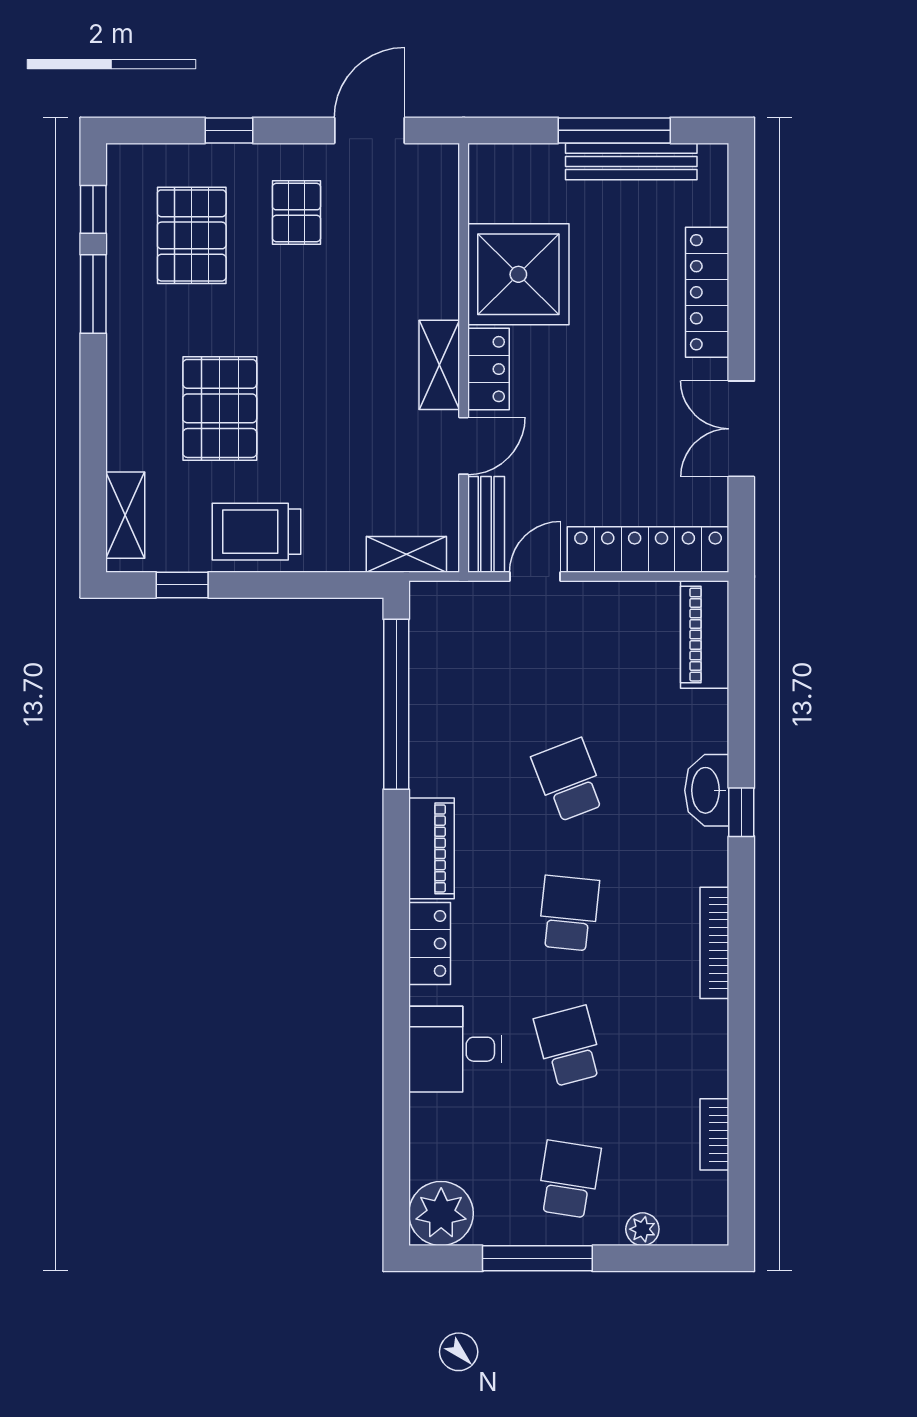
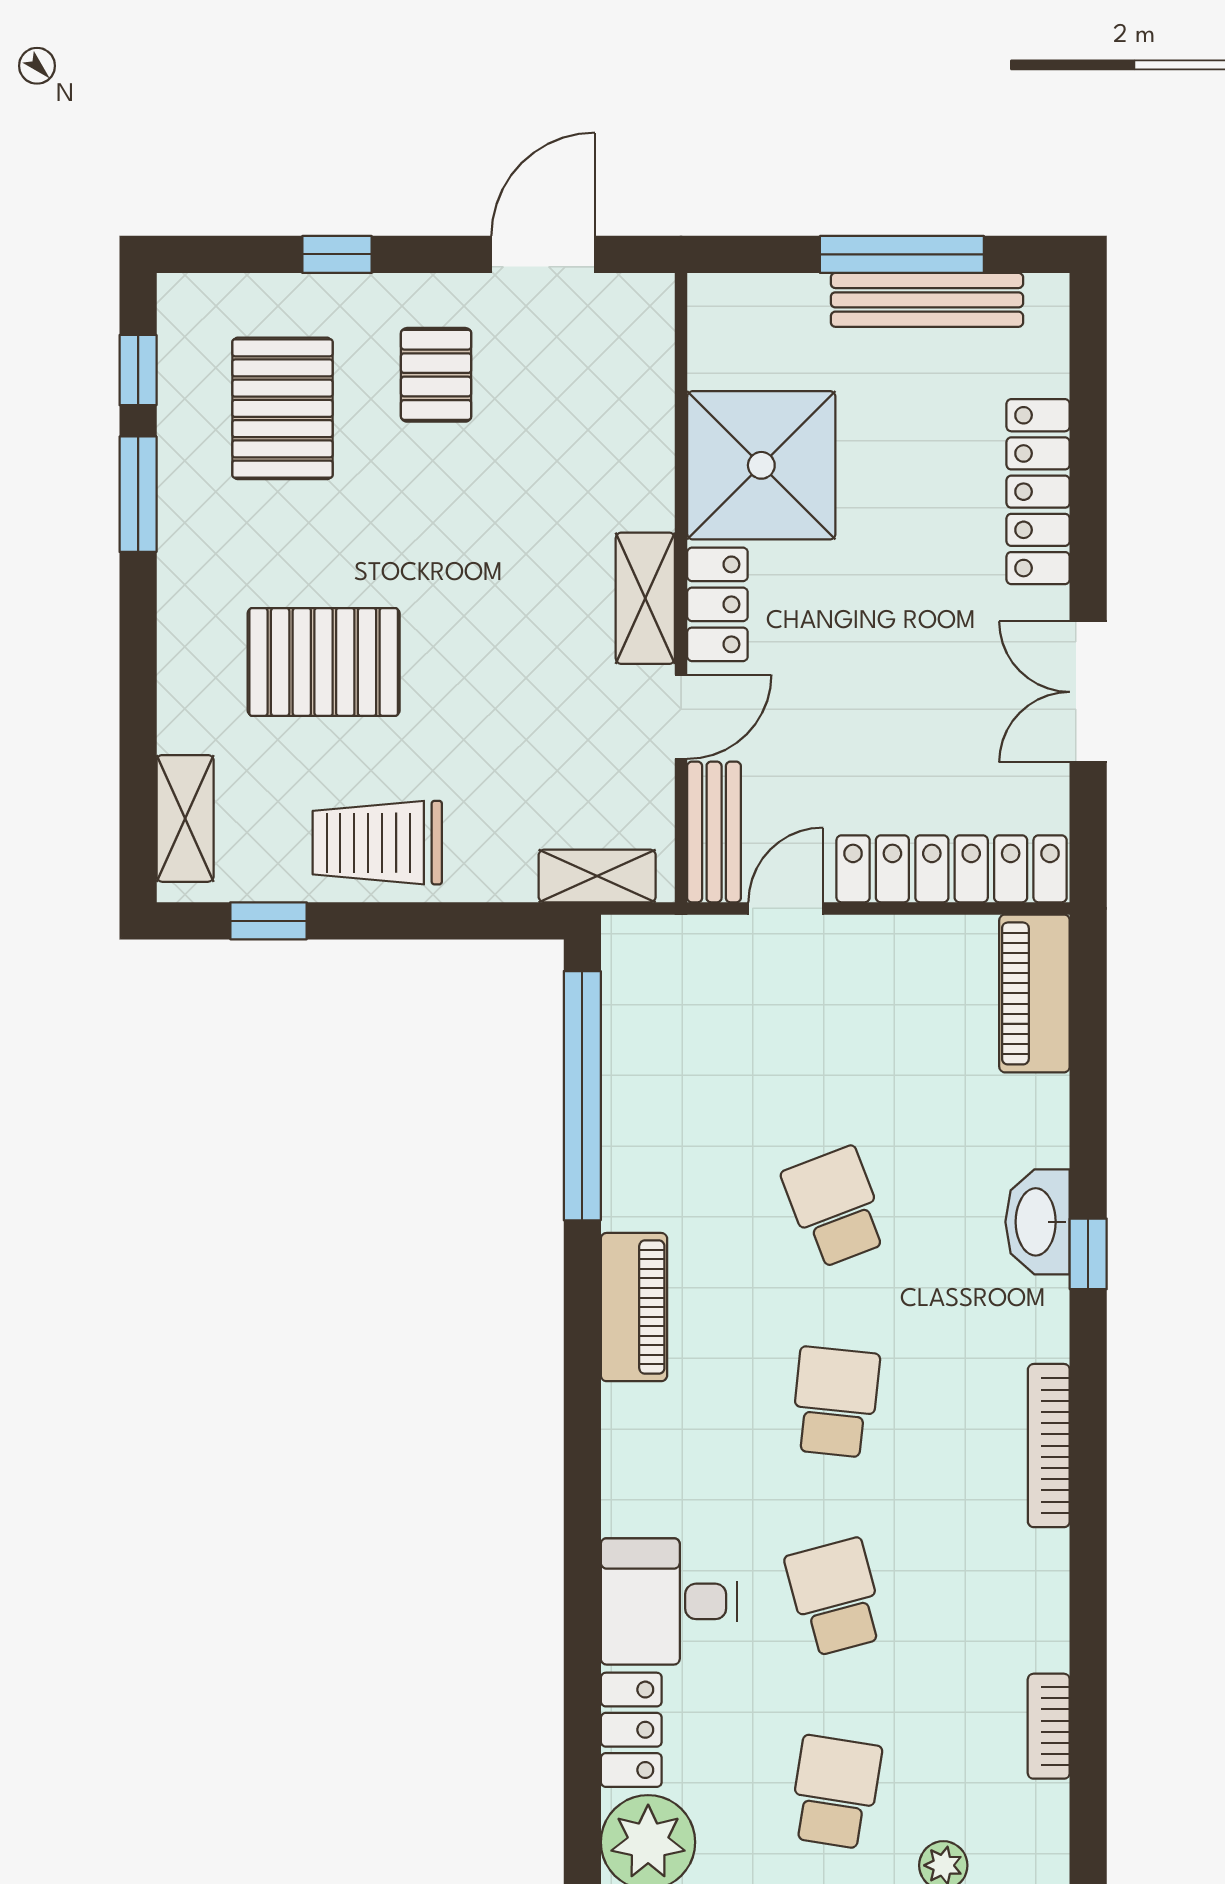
pallet: (220, 408) -> (324, 662), turned 90
locker: (430, 943) -> (631, 1730), moved

